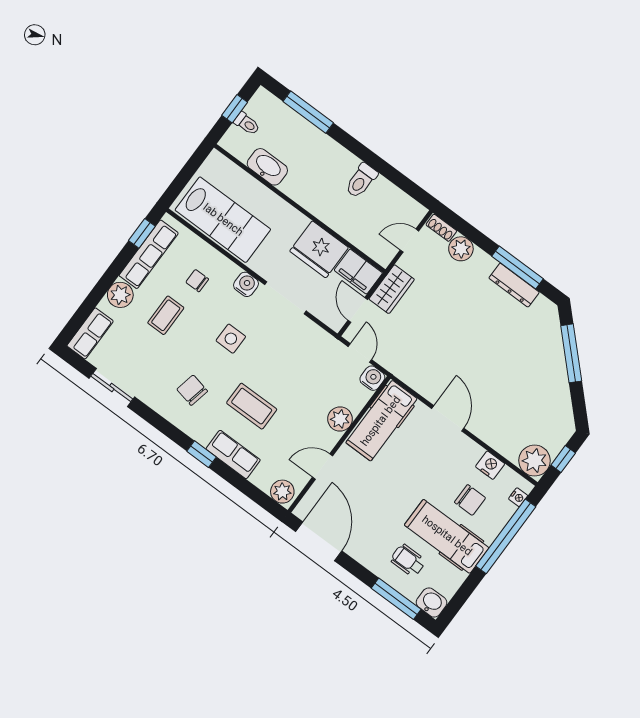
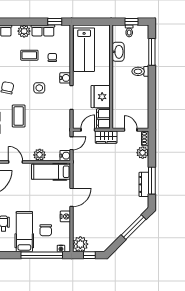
toilet: (361, 181) -> (140, 71), moved
row of seats: (149, 254) -> (43, 30), width x0.68
nightstand: (490, 465) -> (65, 216), moved

